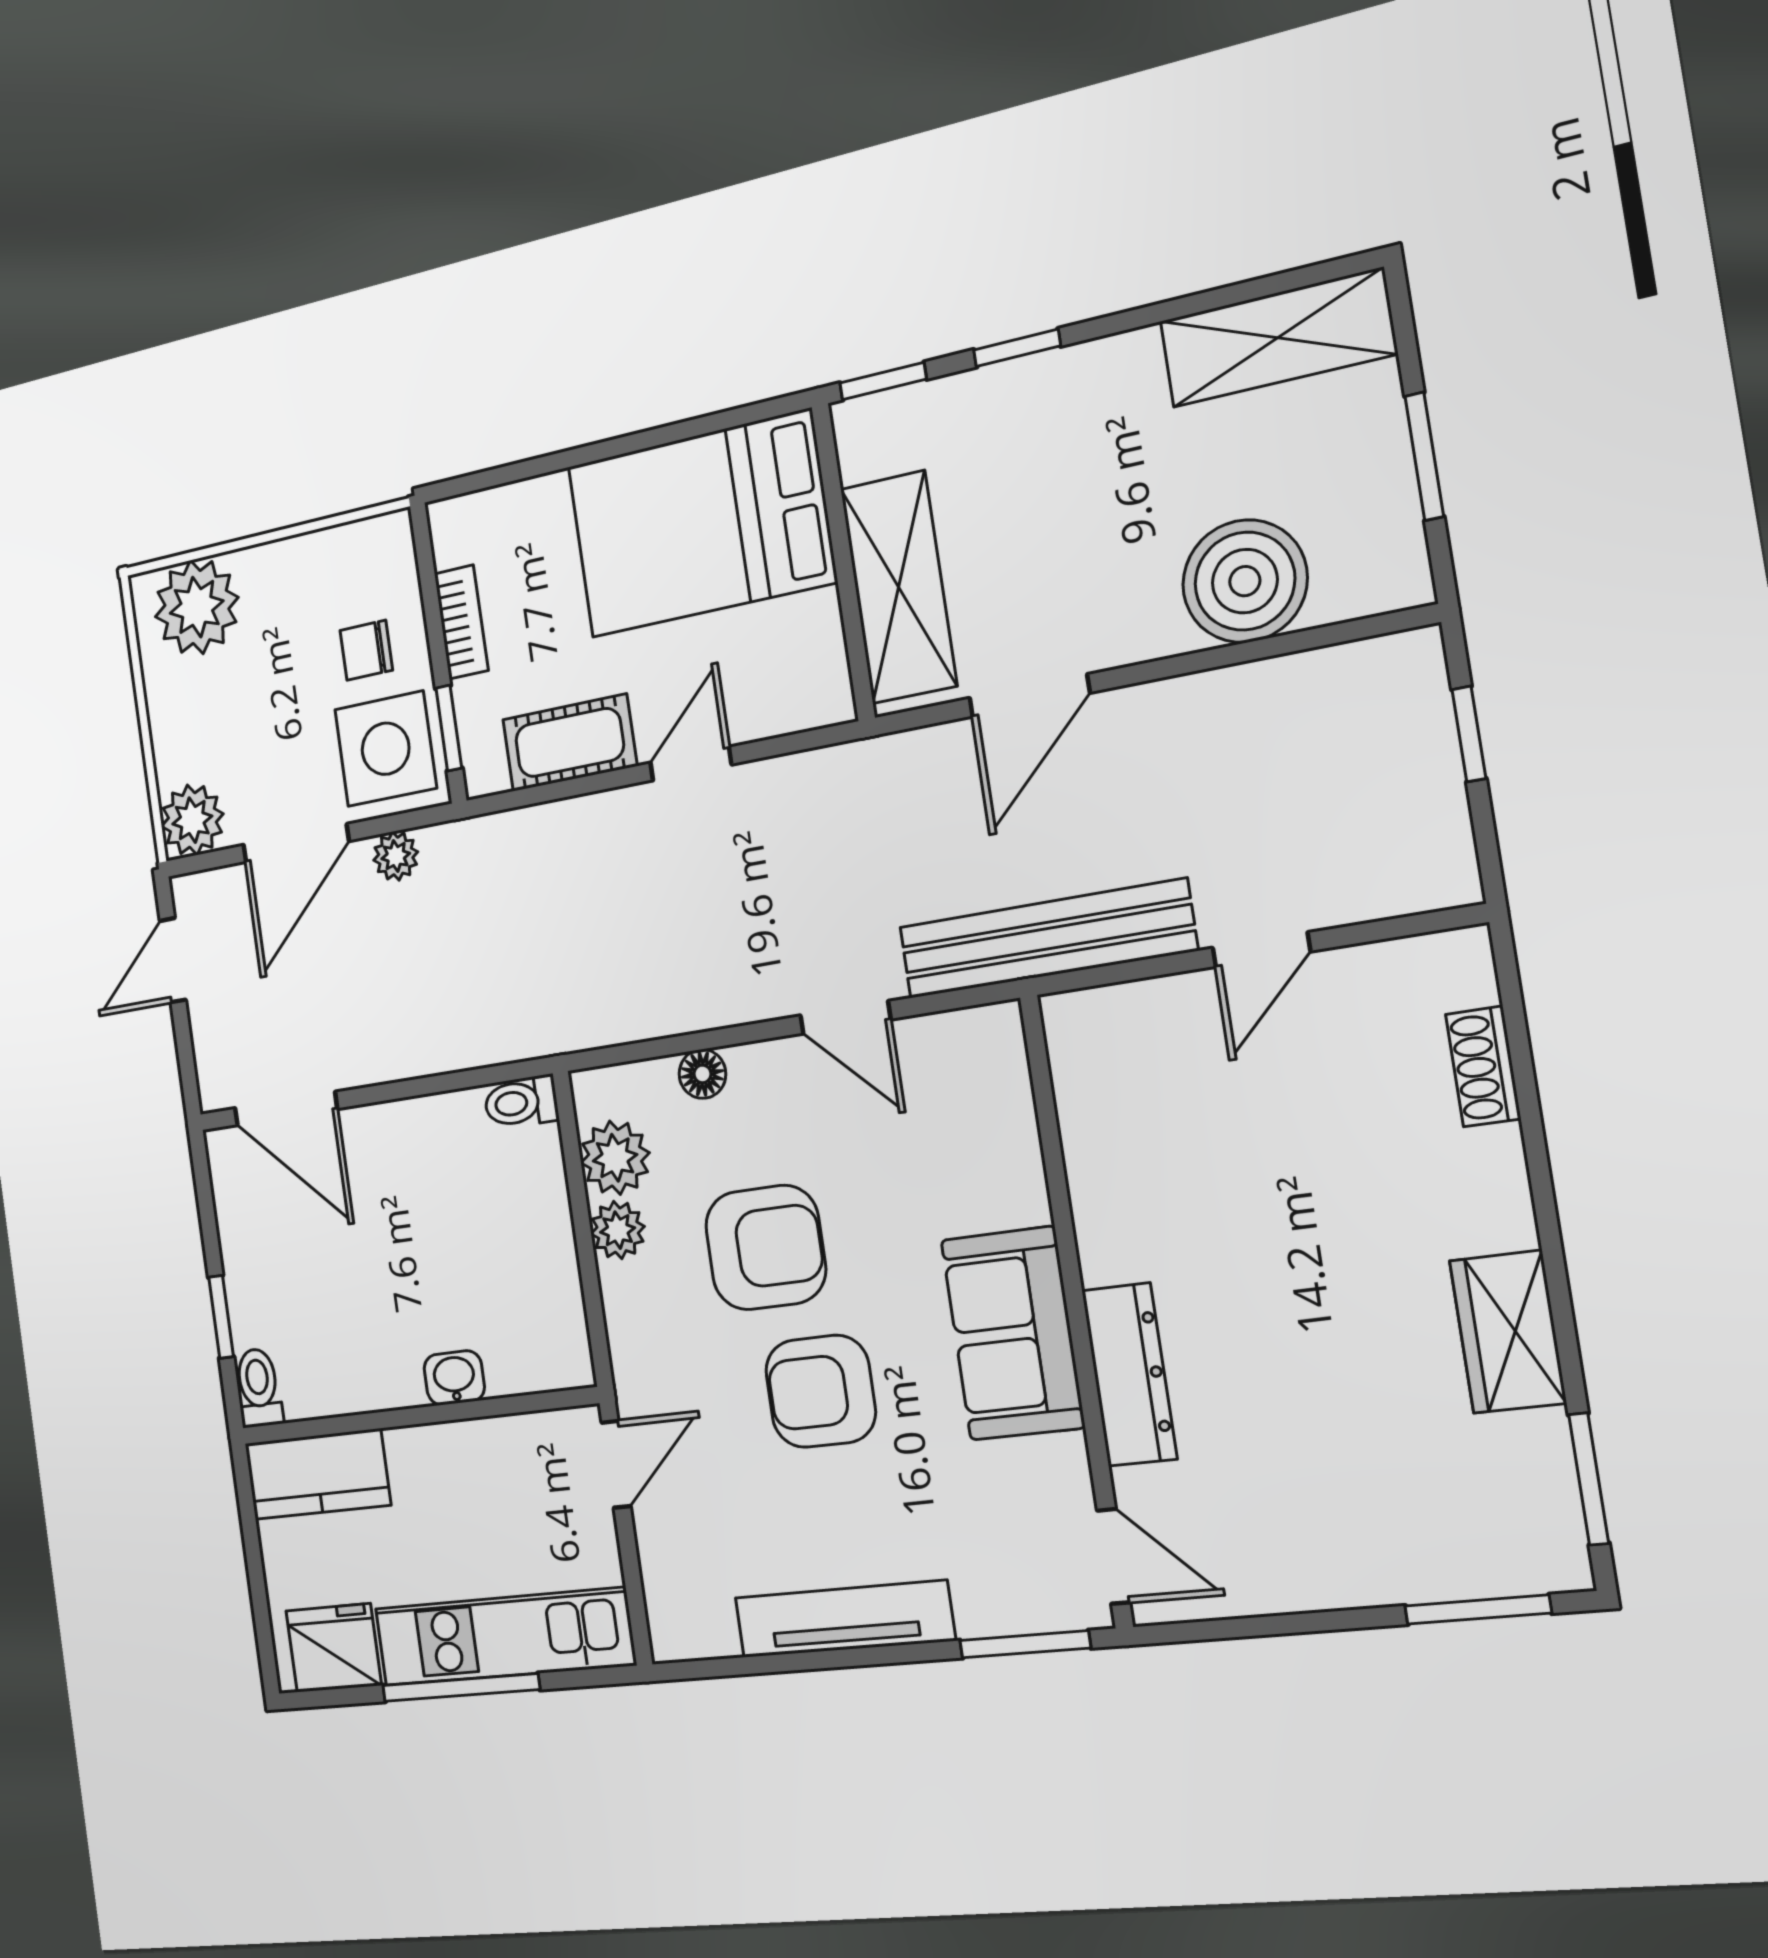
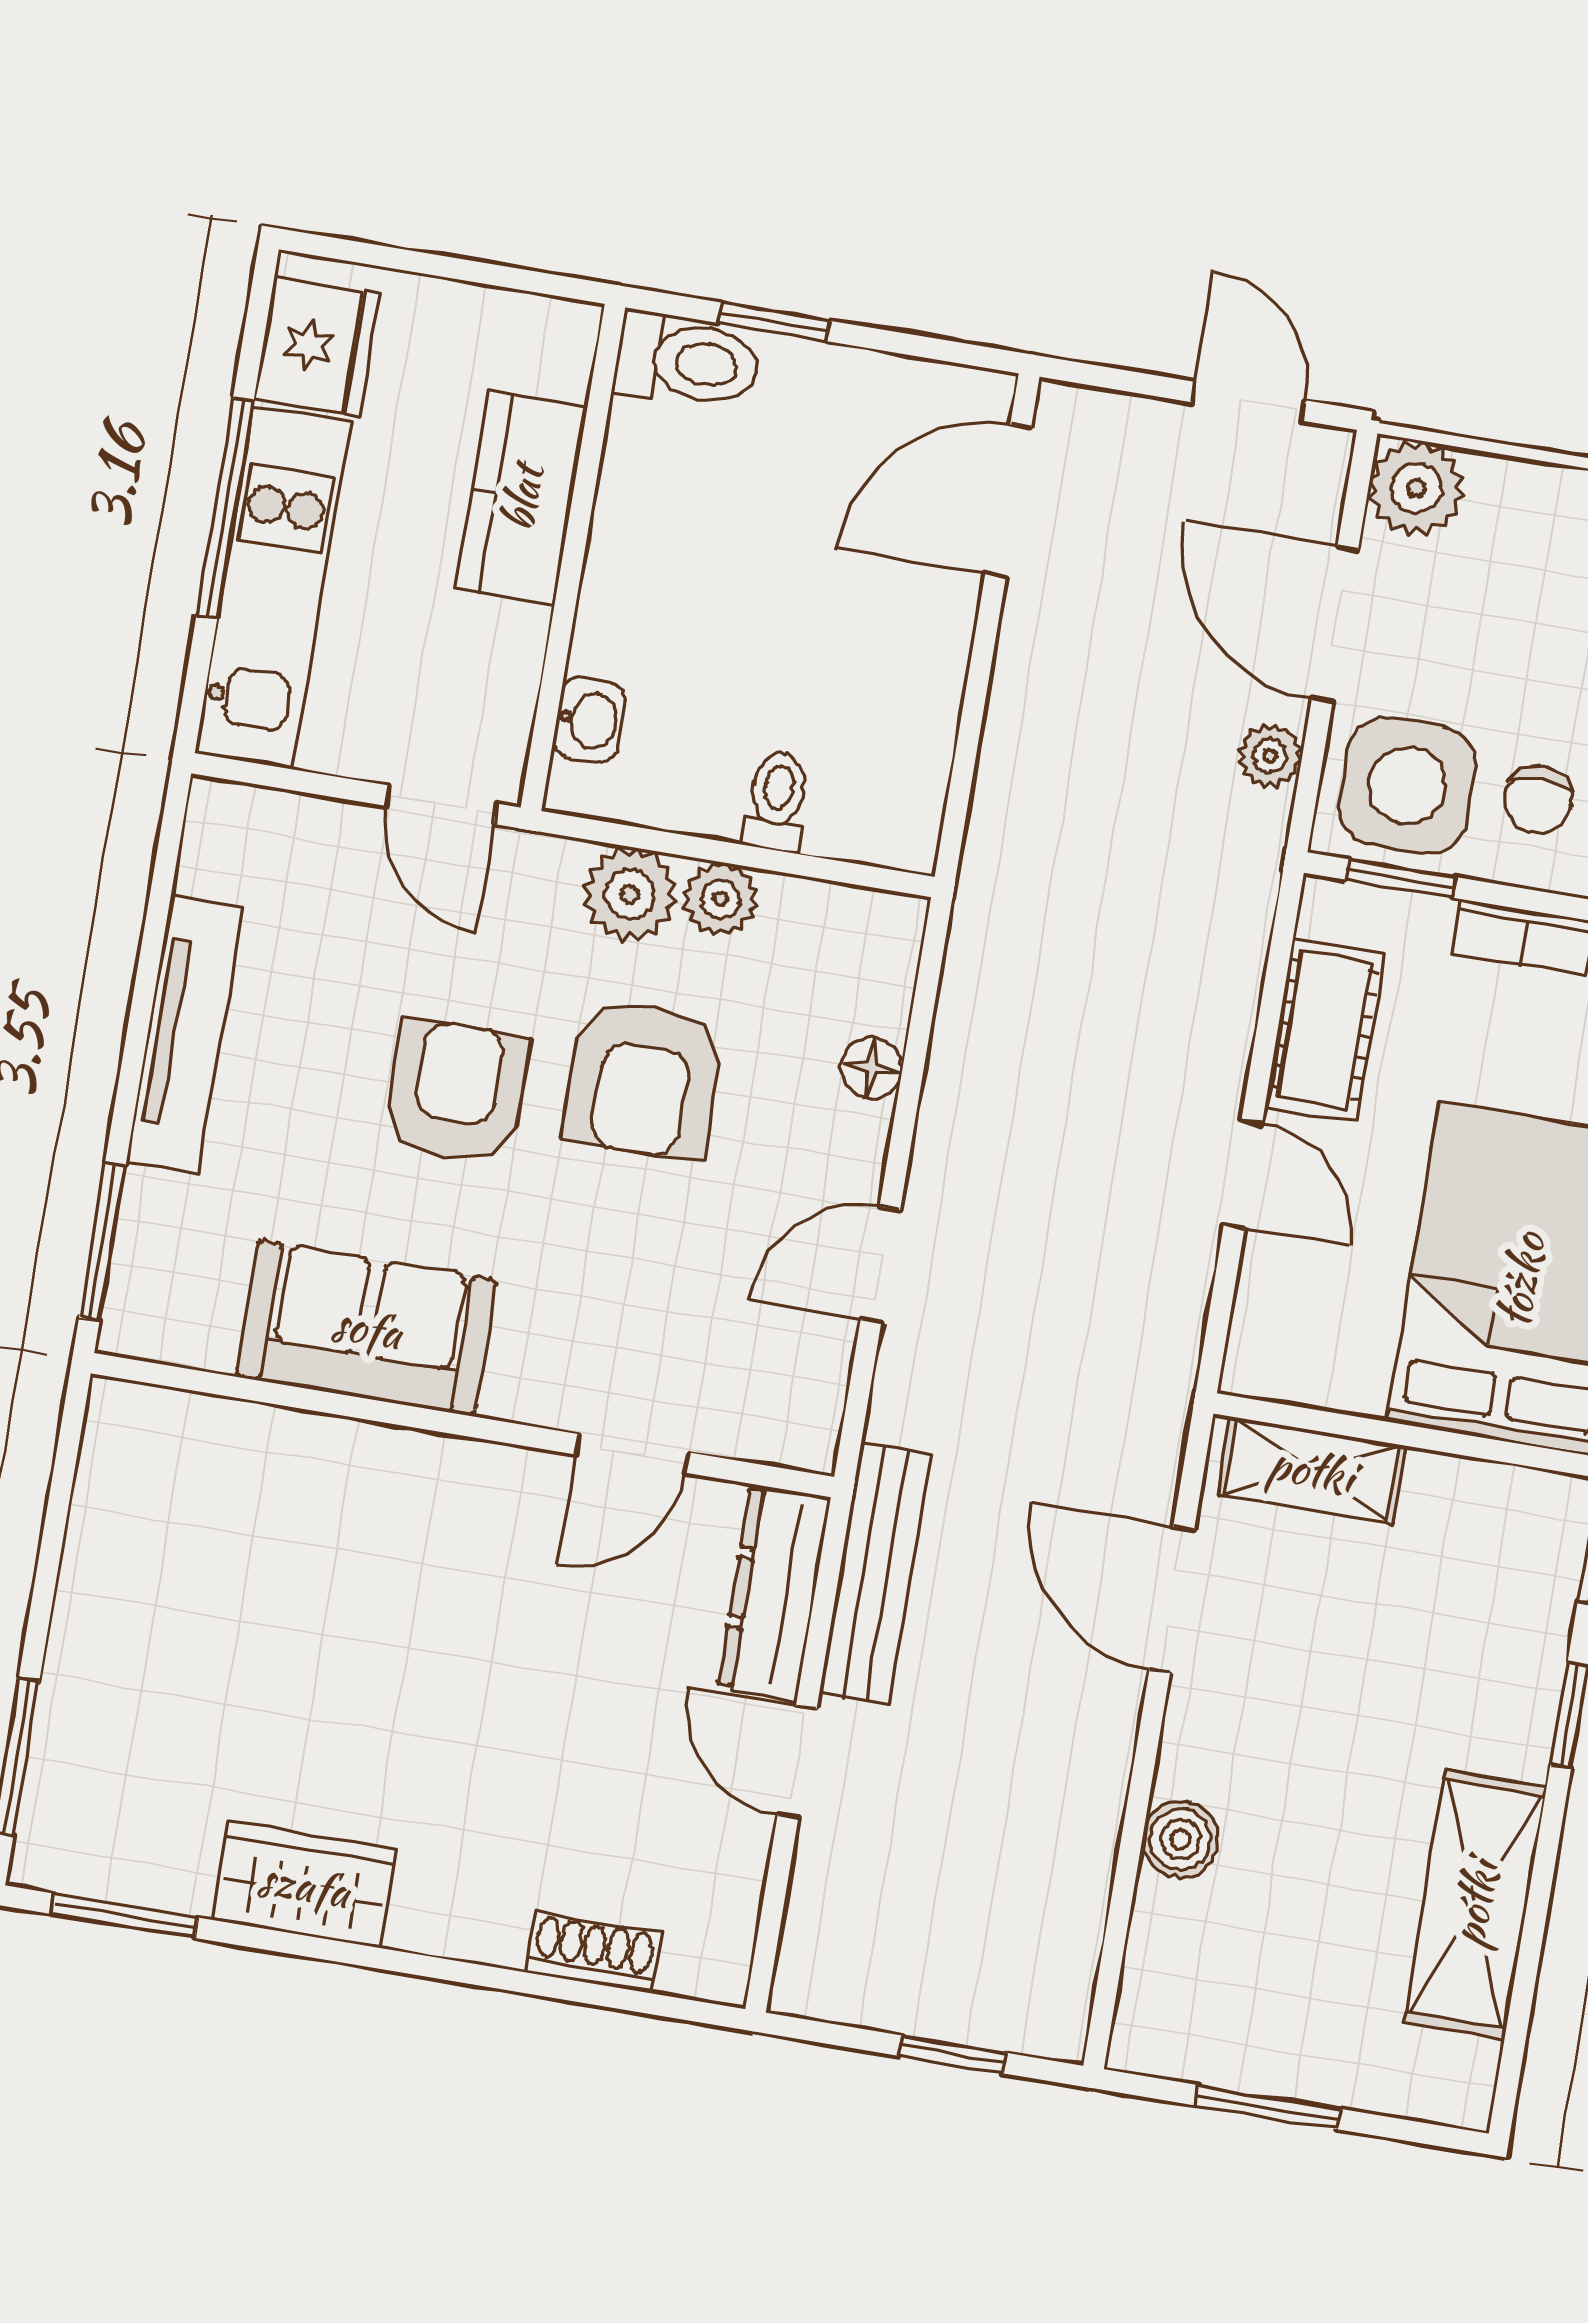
shelving: (1278, 338) -> (1475, 1904), moved
boiler: (1245, 581) -> (1180, 1839), width x0.54, depth x0.54
shelving: (899, 587) -> (1311, 1470), width x0.67, depth x0.75
chair: (366, 650) -> (1538, 800), turned 180
bench: (1047, 939) -> (875, 1574), width x0.73, depth x0.82
toilet: (521, 1102) -> (777, 801), moved
plant: (615, 1158) -> (630, 894), moved
sofa: (1013, 1333) -> (367, 1328), moved
dresser: (1129, 1375) -> (774, 1593), moved, turned 90
washbasin: (454, 1378) -> (589, 720), moved
toilet: (258, 1388) -> (688, 361), width x1.37, depth x1.39
kitchen counter: (317, 1474) -> (522, 498), moved
door: (1114, 1556) -> (632, 1453), moved

